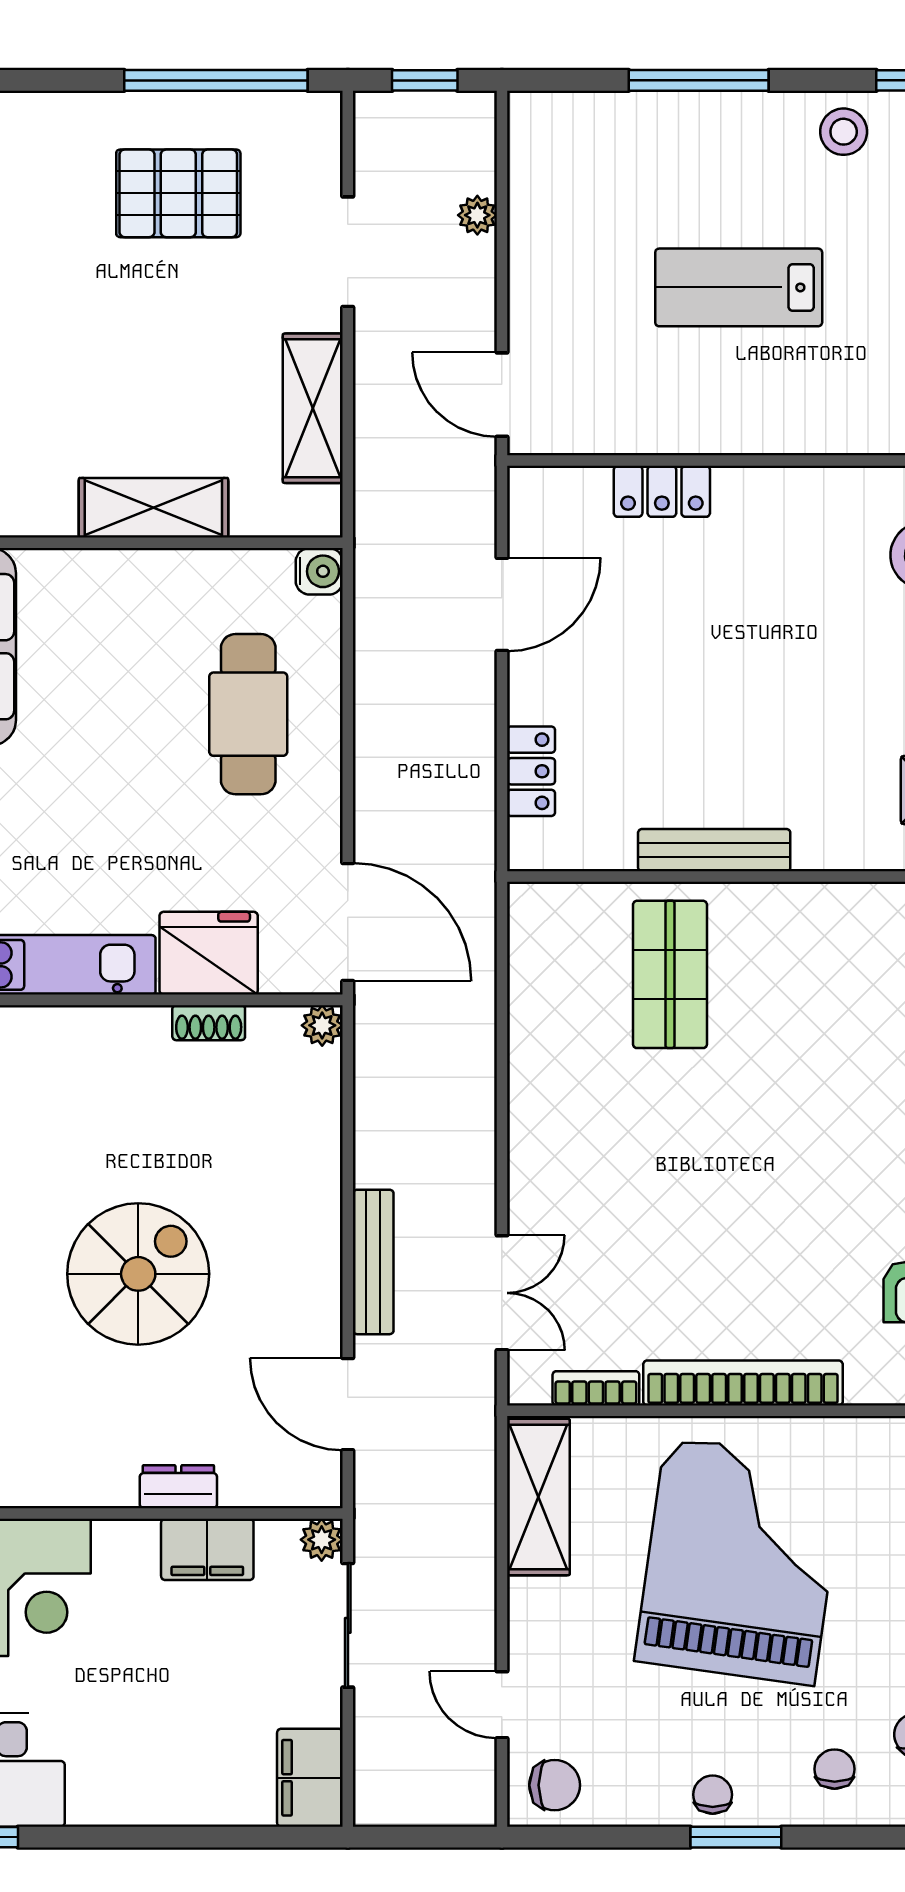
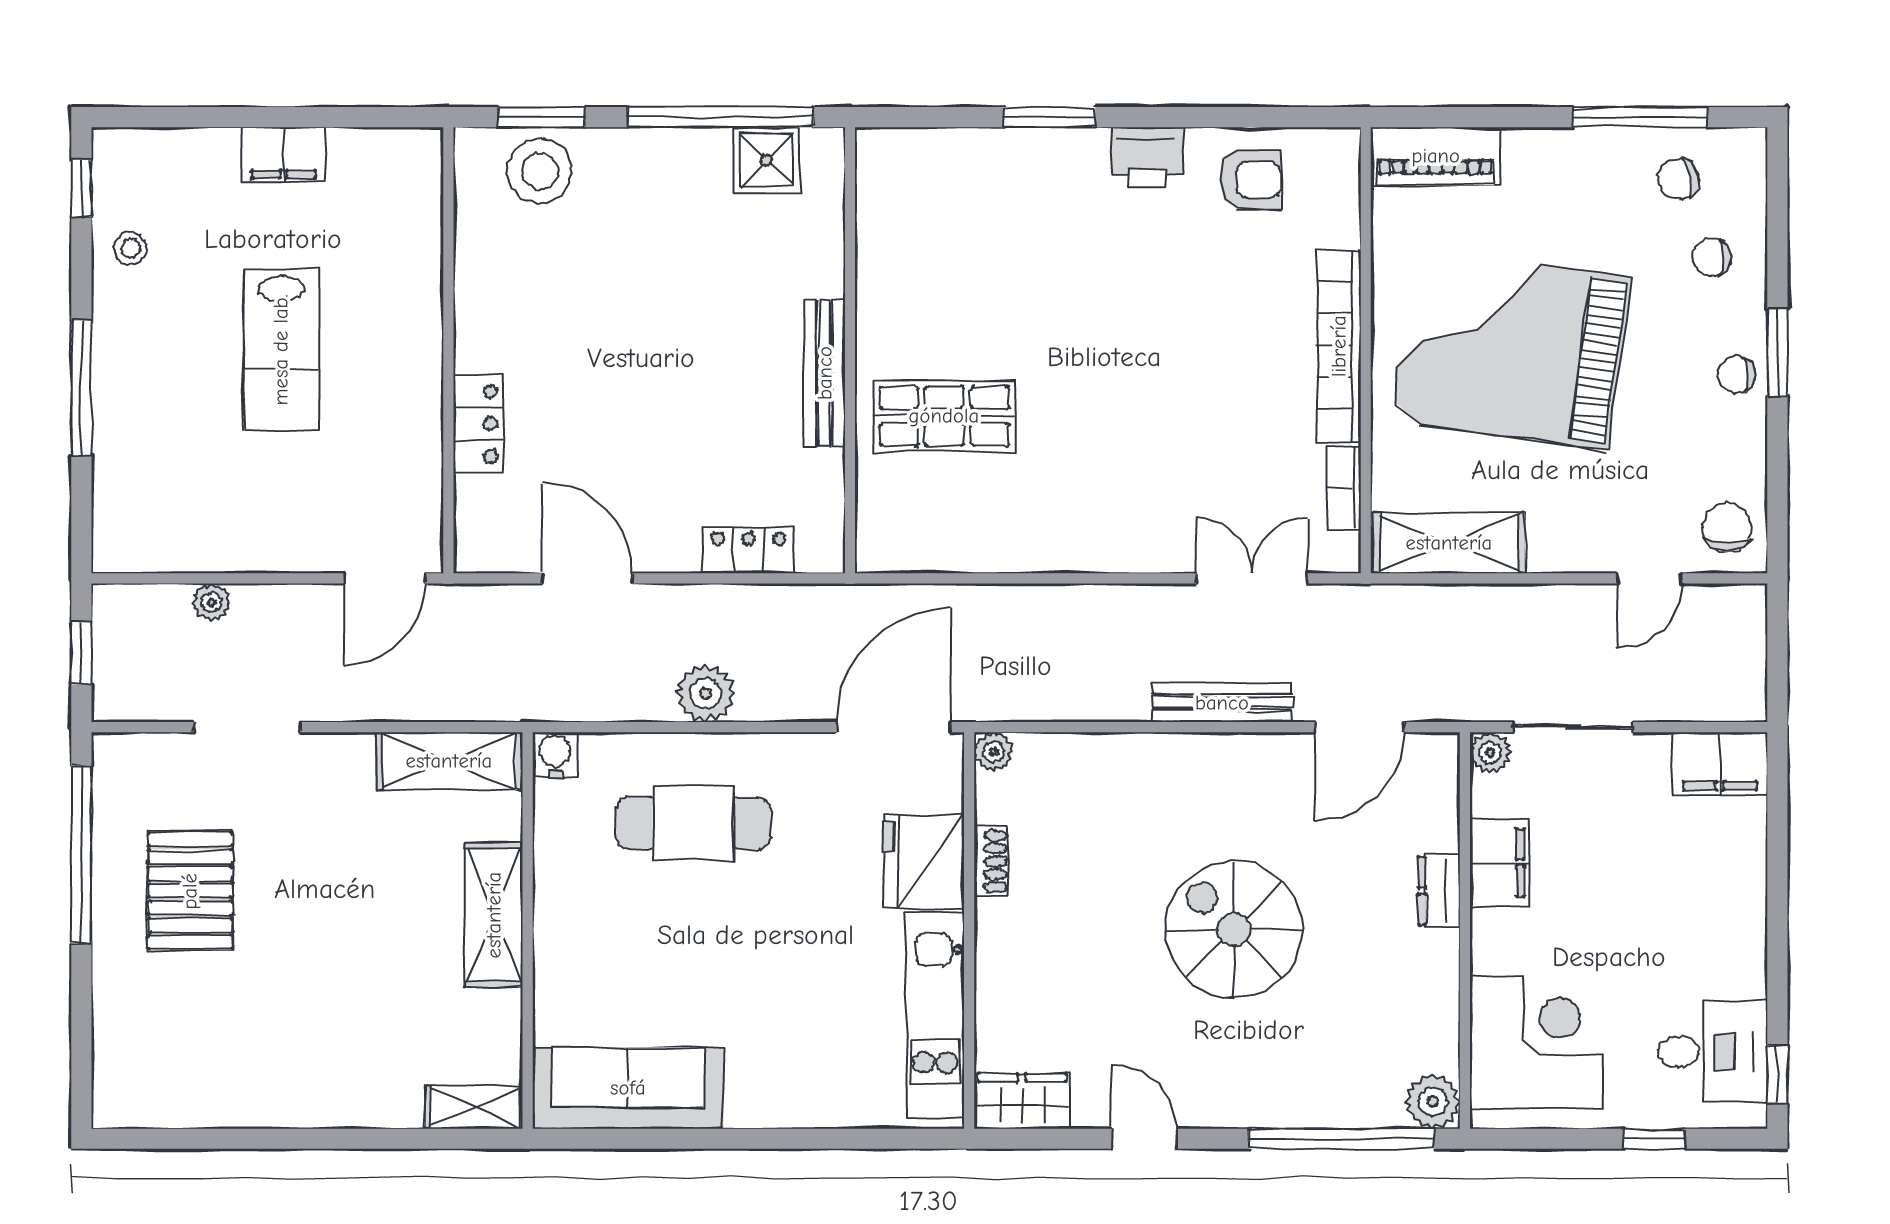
stool: (844, 132) -> (131, 248), width x0.73, depth x0.73
shelving: (313, 408) -> (449, 761), moved
plant: (383, 727) -> (705, 693), added

